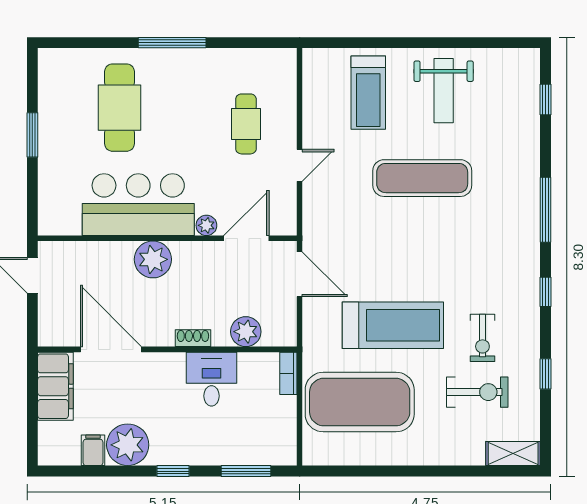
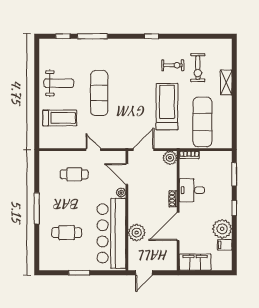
cafe table: (119, 108) -> (67, 233), width x0.73, depth x0.74
bar counter: (138, 205) -> (111, 233), width x1.36
window: (545, 210) -> (92, 36), moved
plant: (153, 259) -> (137, 233), moved
plant: (246, 332) -> (170, 158), moved
door: (111, 349) -> (178, 226), moved
window: (545, 374) -> (189, 36), removed
exercise bike: (477, 392) -> (198, 68), turned 180
exercise mat: (360, 402) -> (202, 122), width x0.68
shelving: (513, 454) -> (226, 82), moved

